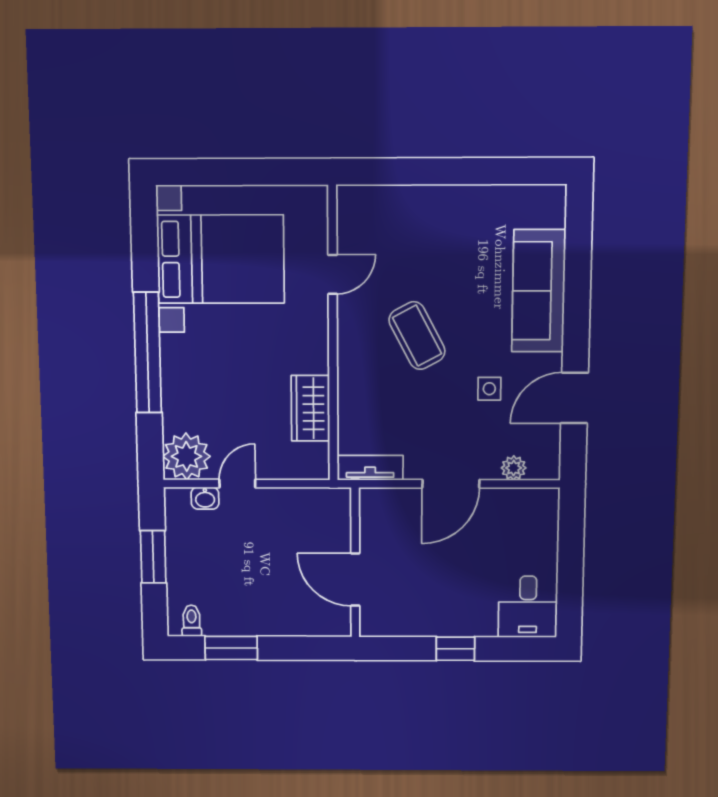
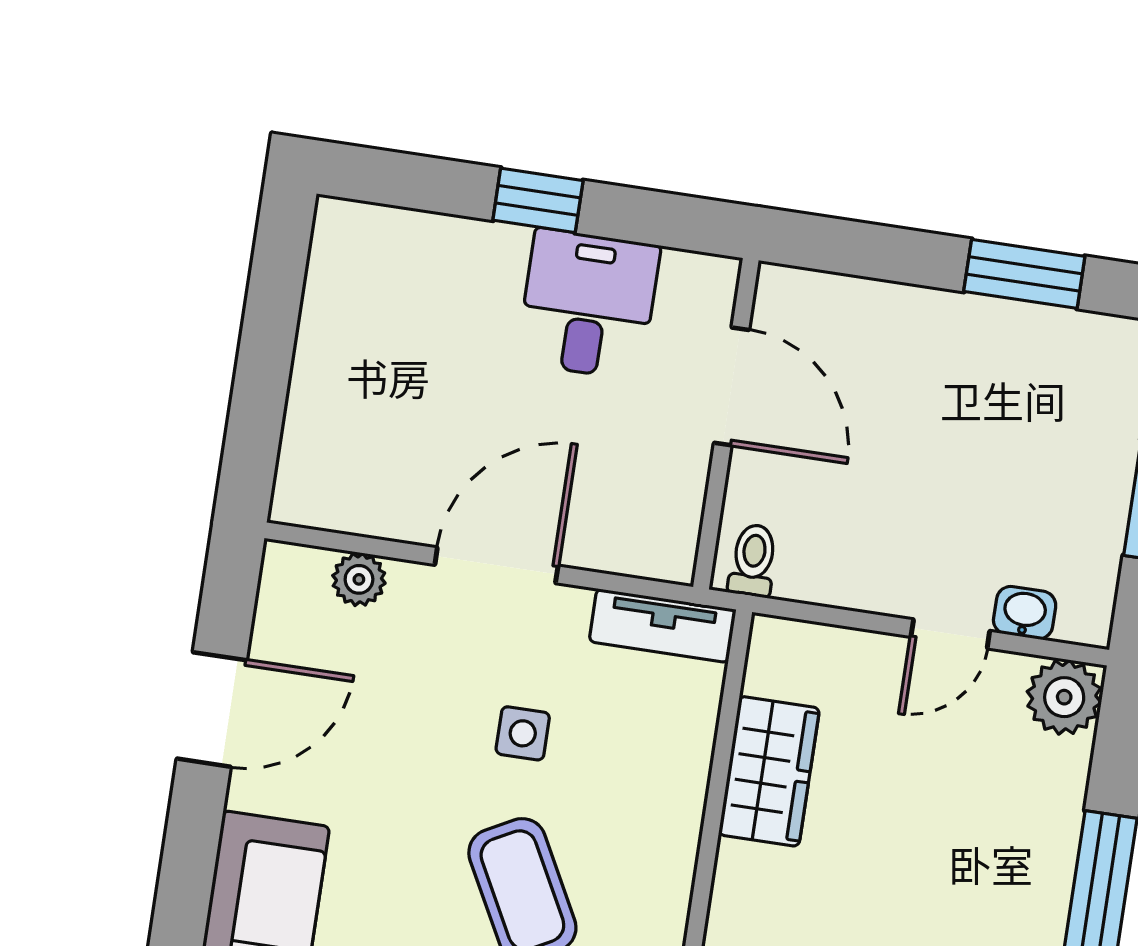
side table: (489, 389) -> (523, 733), moved
plant: (186, 456) -> (1064, 697), width x0.73, depth x0.73
desk: (528, 607) -> (588, 304), moved
toilet: (192, 621) -> (753, 560), moved, turned 180

